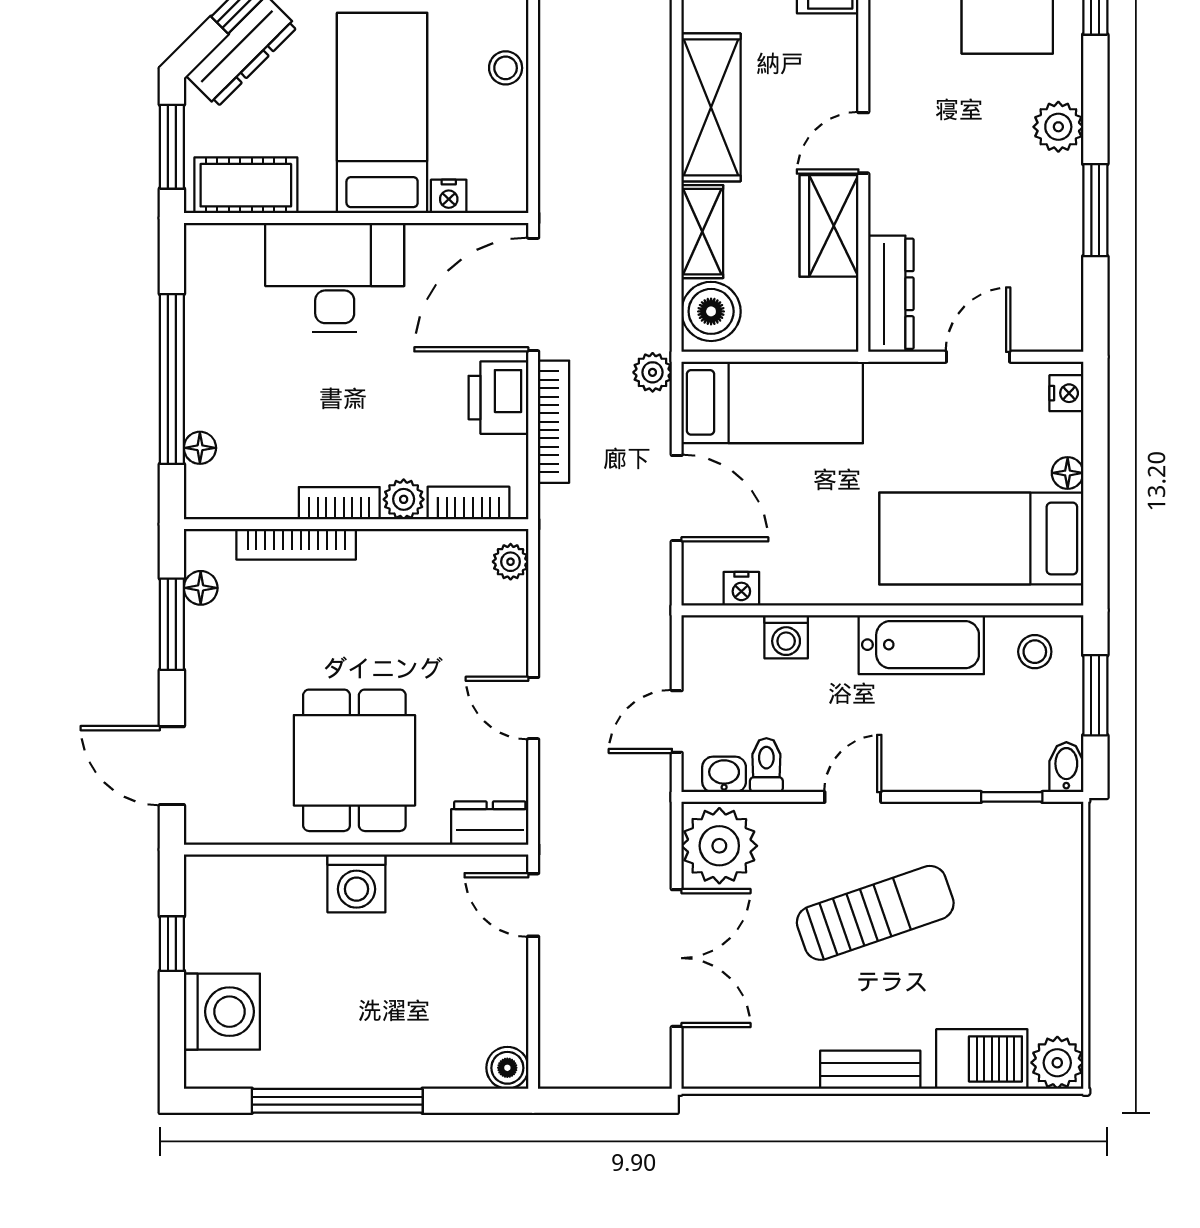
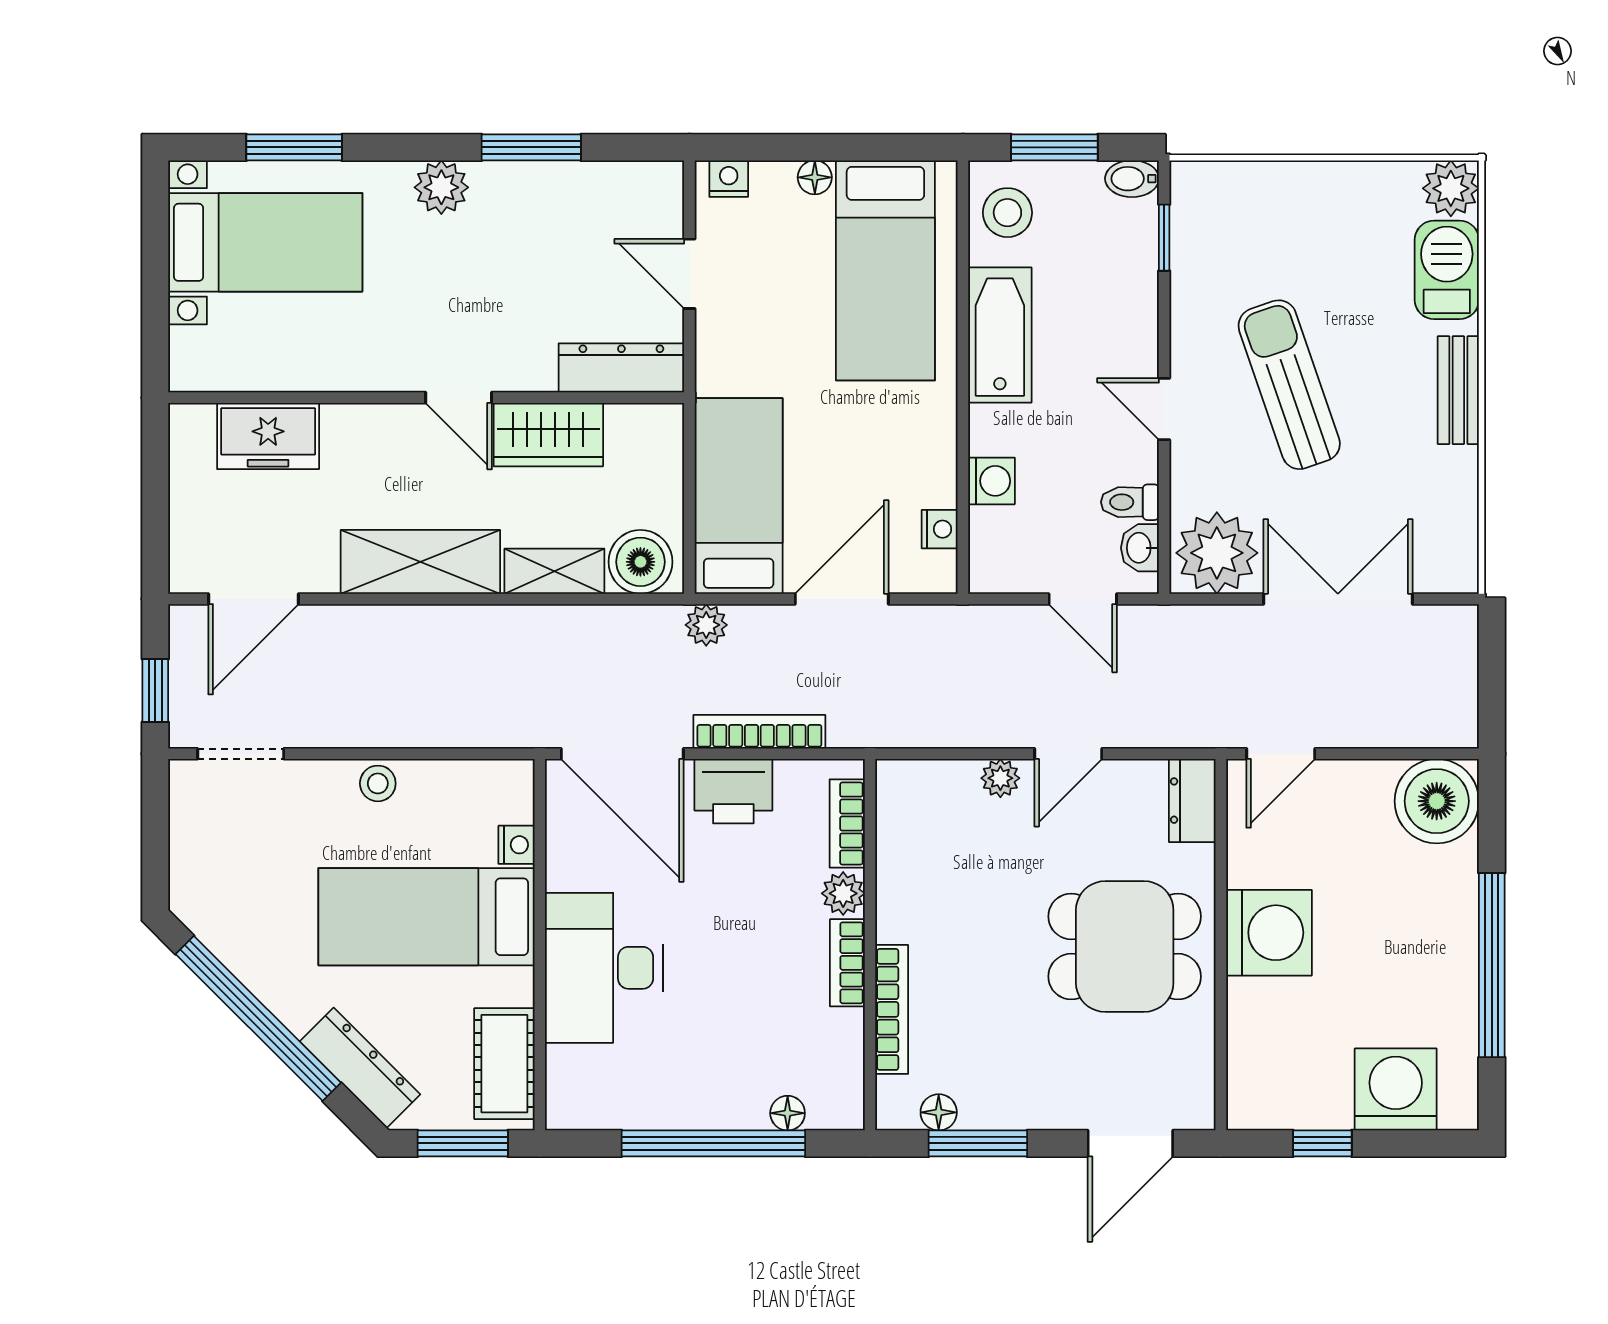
plant: (511, 562) -> (1000, 778), moved
stool: (1035, 652) -> (1007, 213), width x1.37, depth x1.37
washing machine: (356, 883) -> (1269, 933), width x1.37, depth x1.37
boiler: (507, 1068) -> (1437, 801), width x1.86, depth x1.86

